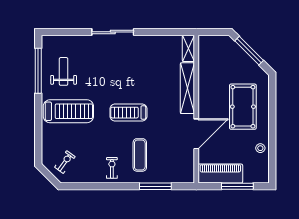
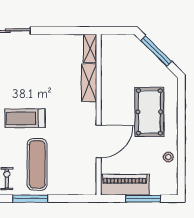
shelving: (187, 88) -> (89, 83), width x0.68
exercise mat: (140, 155) -> (37, 164), width x1.36, depth x1.45
window: (155, 186) -> (30, 199), moved

